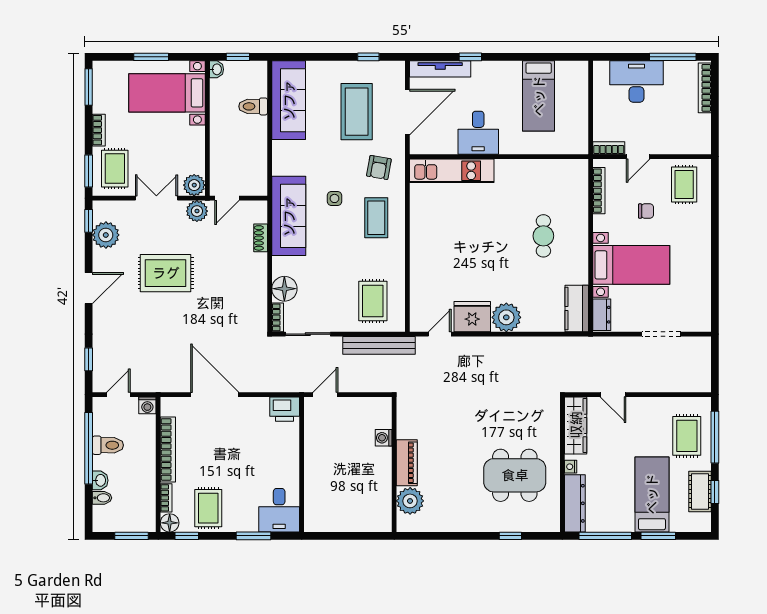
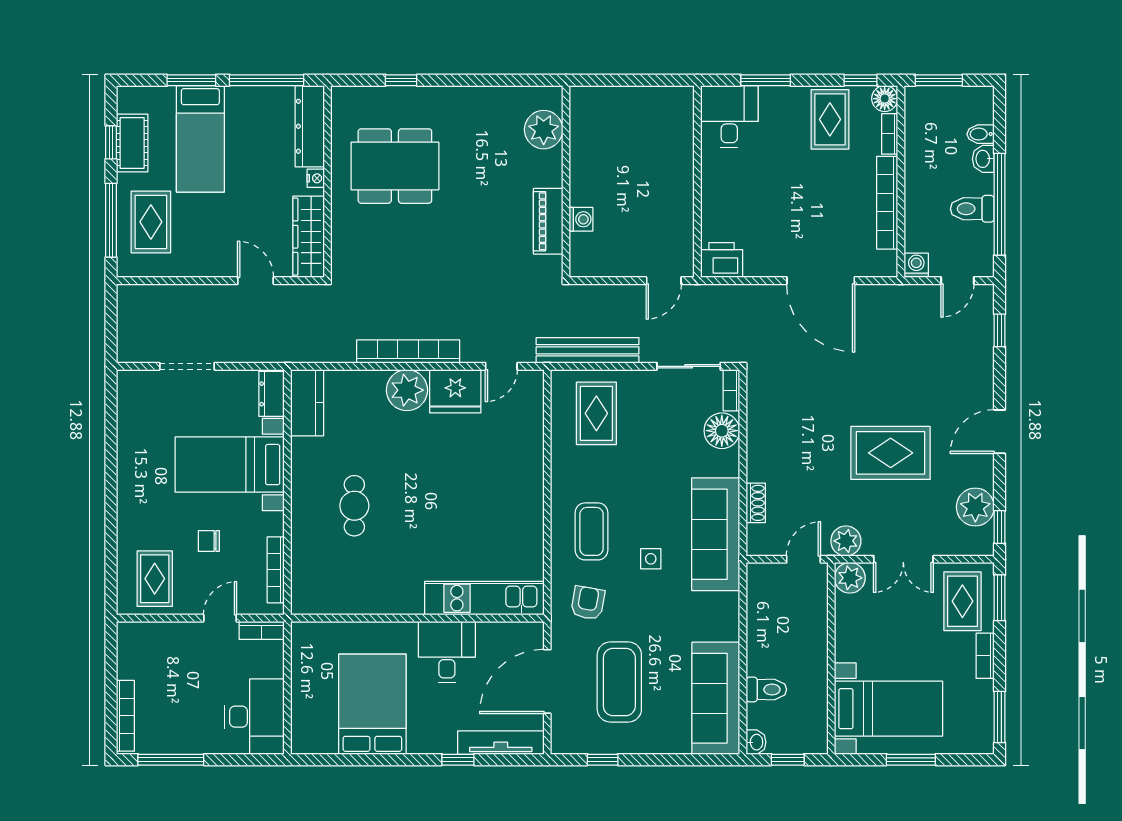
washbasin: (217, 69) -> (756, 742), moved, turned 180
desk: (636, 82) -> (254, 717), moved, turned -90
bed: (539, 96) -> (372, 704), width x1.50
bookcase: (506, 345) -> (408, 351), added
piano: (407, 463) -> (548, 221), moved

